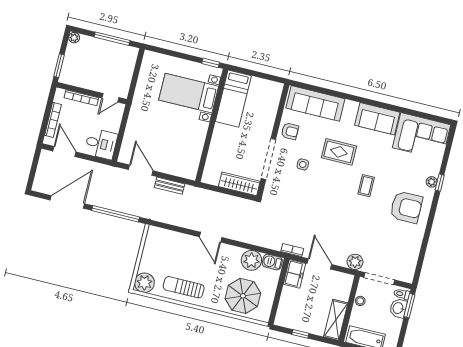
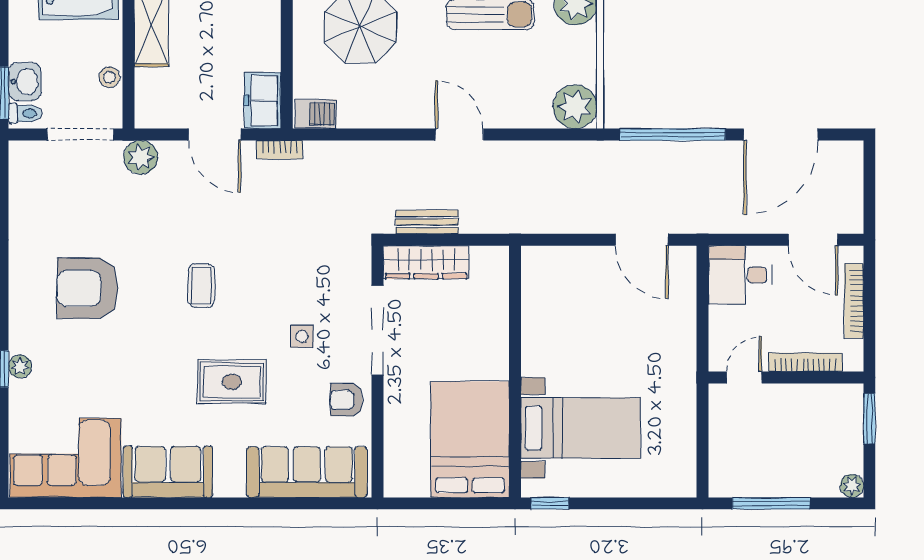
bed: (233, 99) -> (470, 440), width x1.50
bench: (169, 186) -> (427, 222), moved
coffee table: (366, 186) -> (201, 286), moved
armchair: (406, 207) -> (88, 288), moved
plant: (251, 260) -> (575, 107), moved

